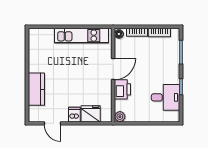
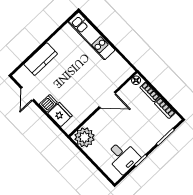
kitchen unit: (81, 36) -> (92, 36), moved
printer: (122, 89) -> (99, 120), removed
plant: (120, 117) -> (84, 137), width x1.88, depth x1.88

